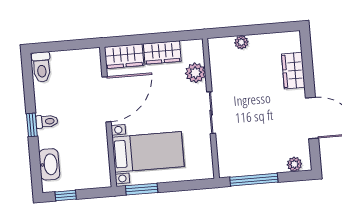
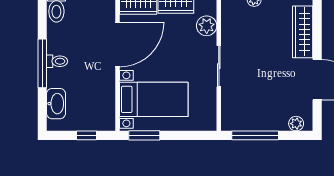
wardrobe: (293, 71) -> (303, 32), width x1.50
window: (32, 125) -> (42, 63), width x2.17
window: (66, 196) -> (86, 135), moved

